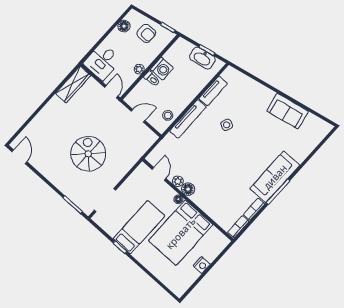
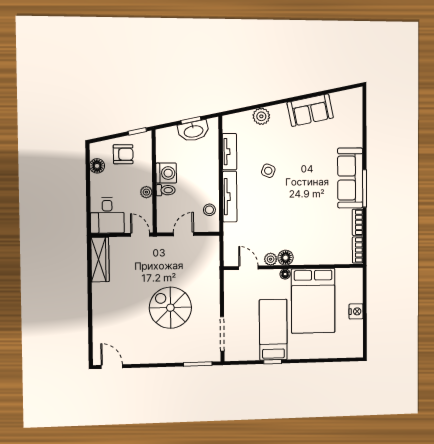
plant: (253, 87) -> (261, 116), added

